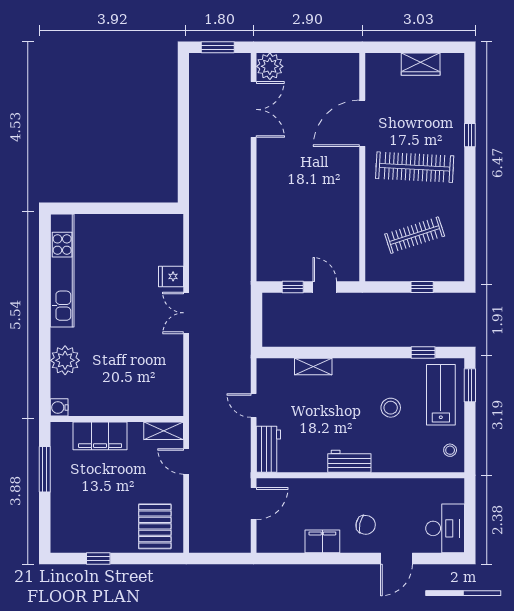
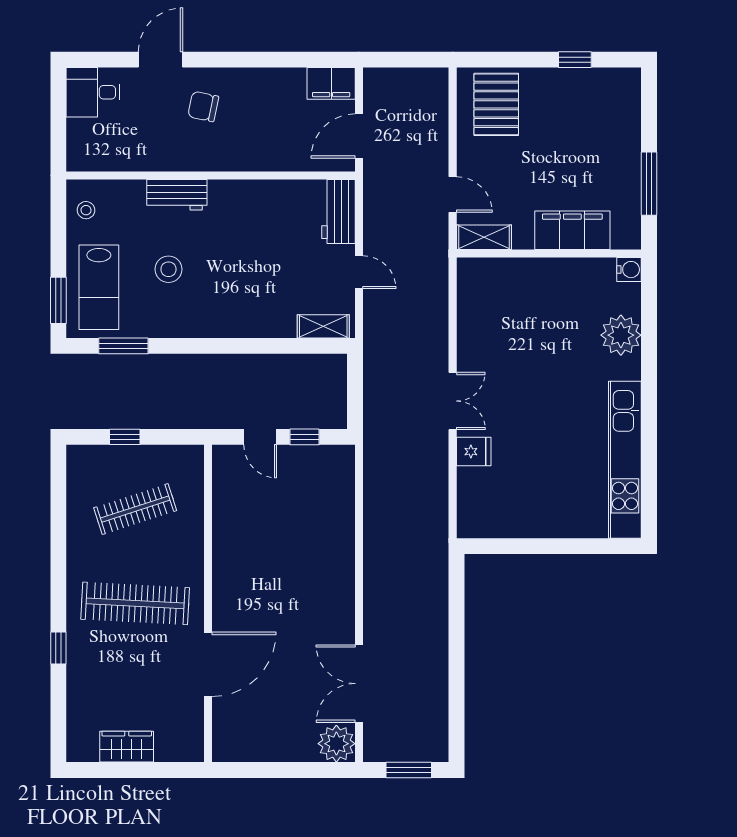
window: (423, 353) -> (123, 346), width x1.50
shelving: (313, 367) -> (323, 326), moved
workbench: (349, 461) -> (177, 195), moved
desk: (445, 528) -> (93, 92), width x0.73
filing cabinet: (322, 541) -> (331, 83), moved

